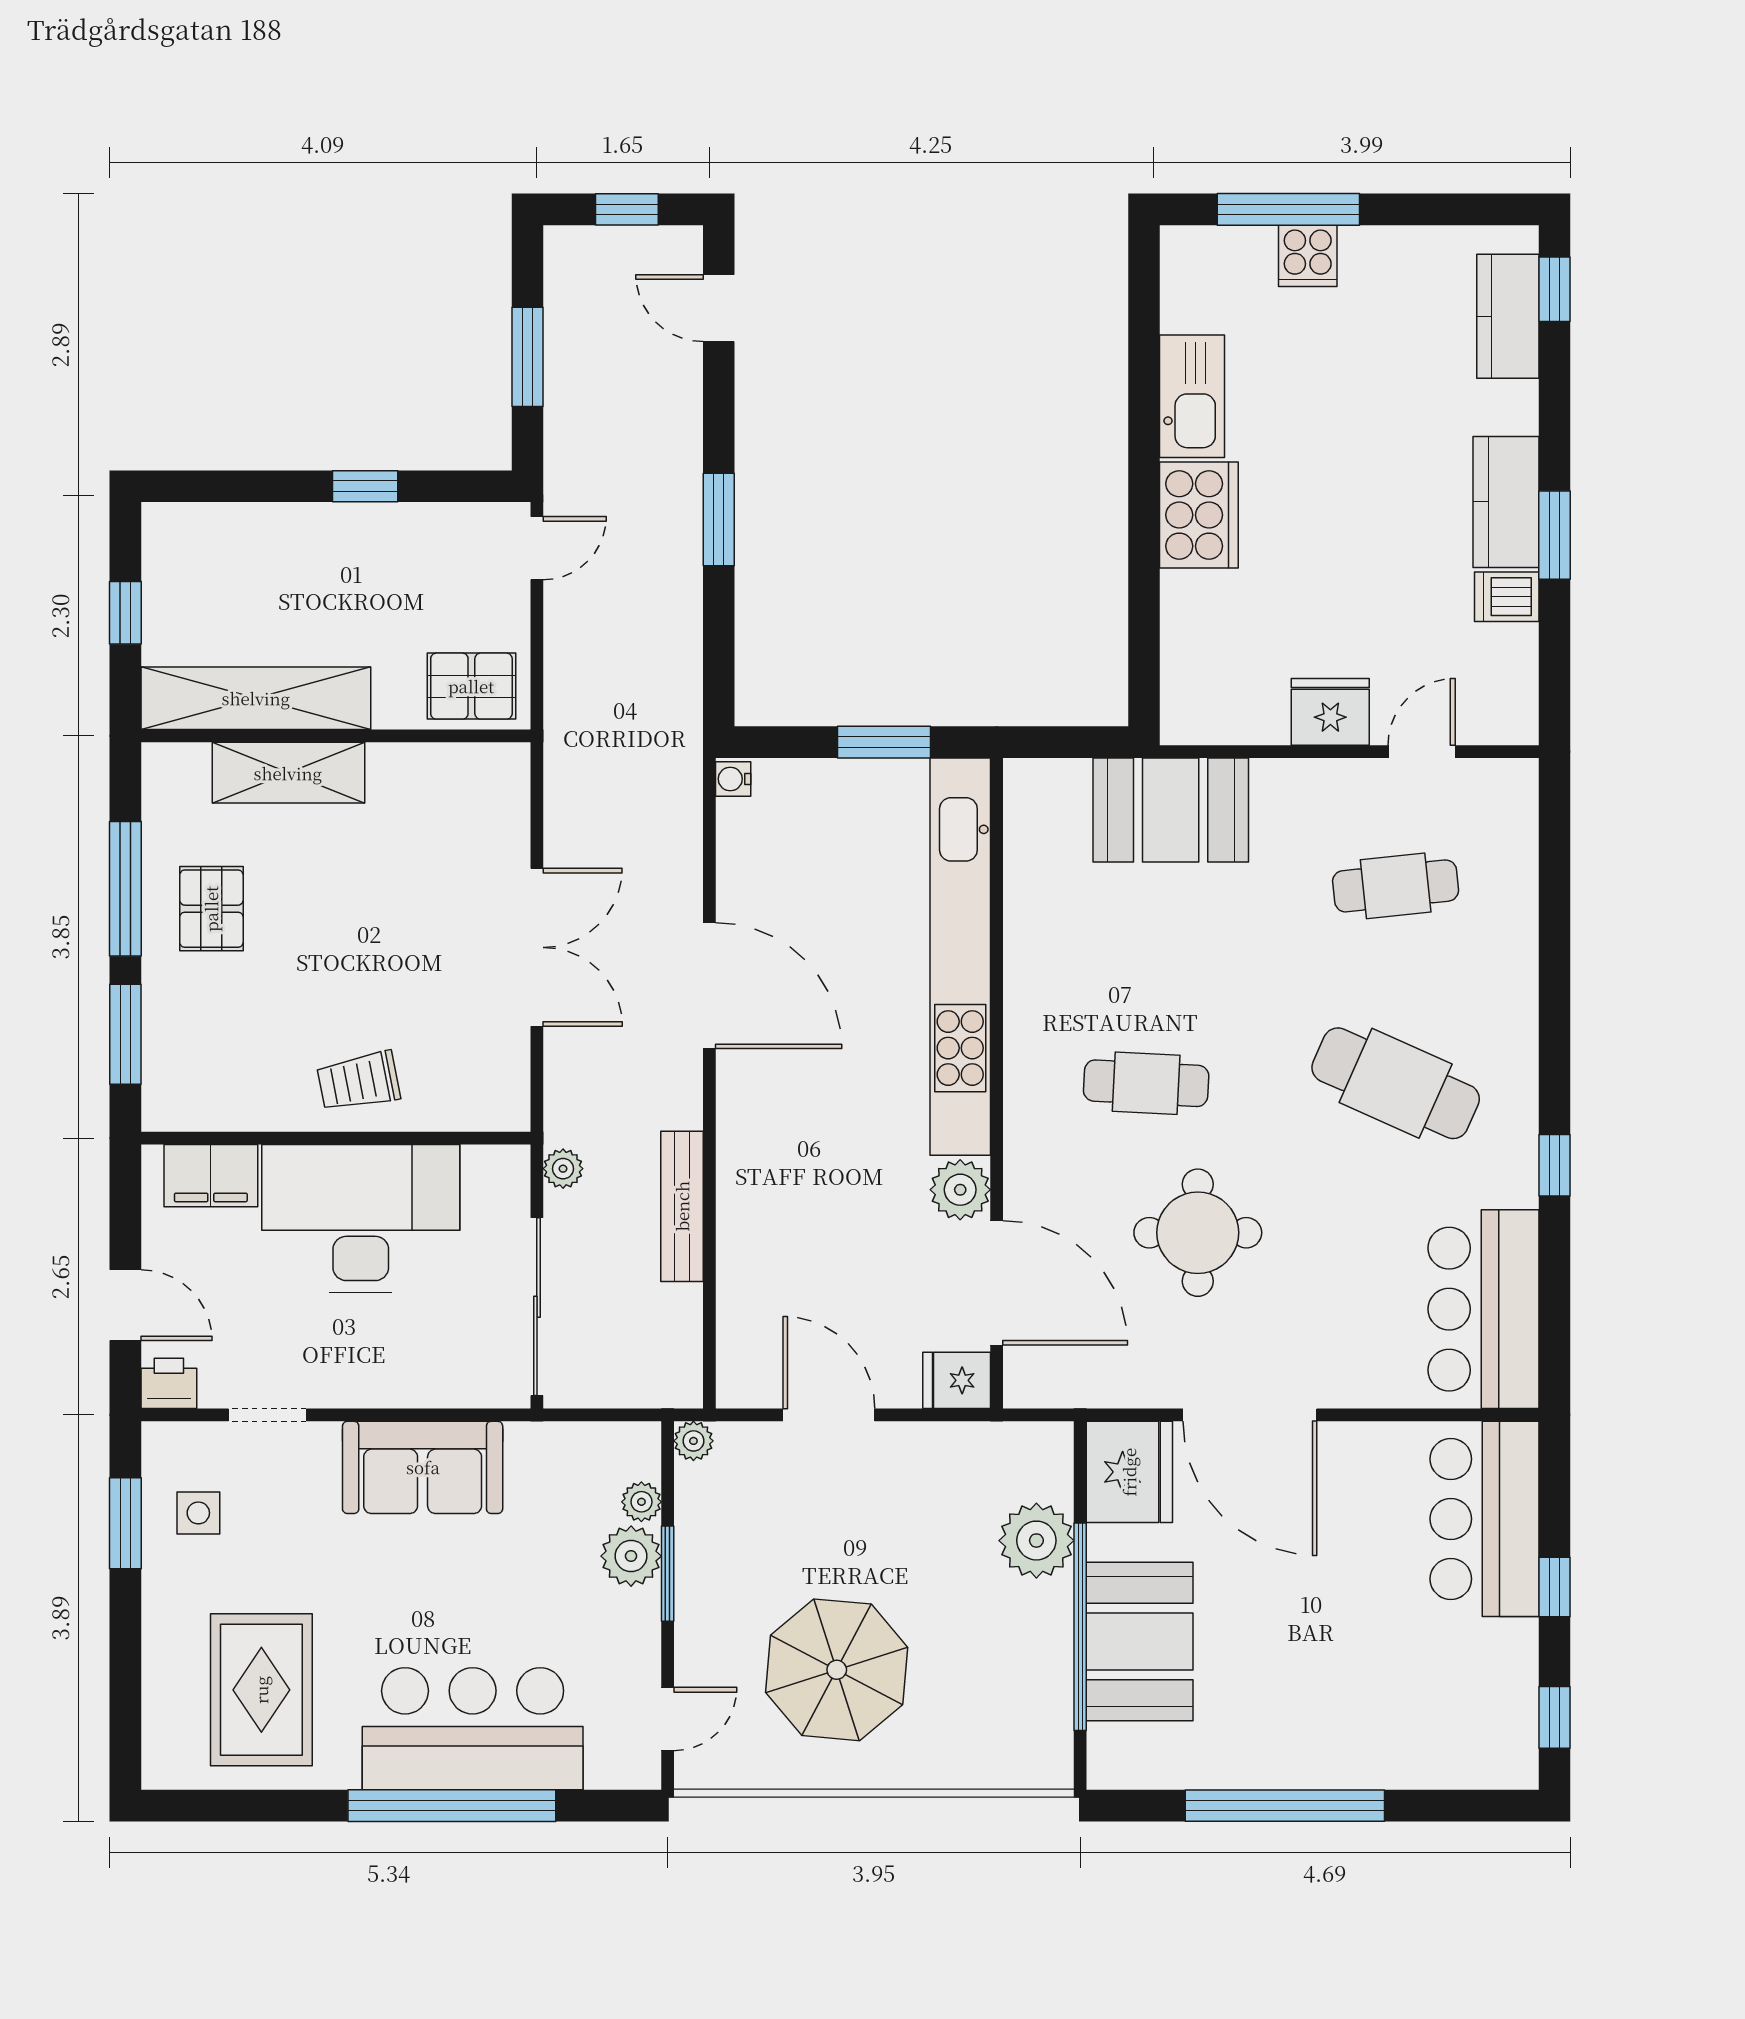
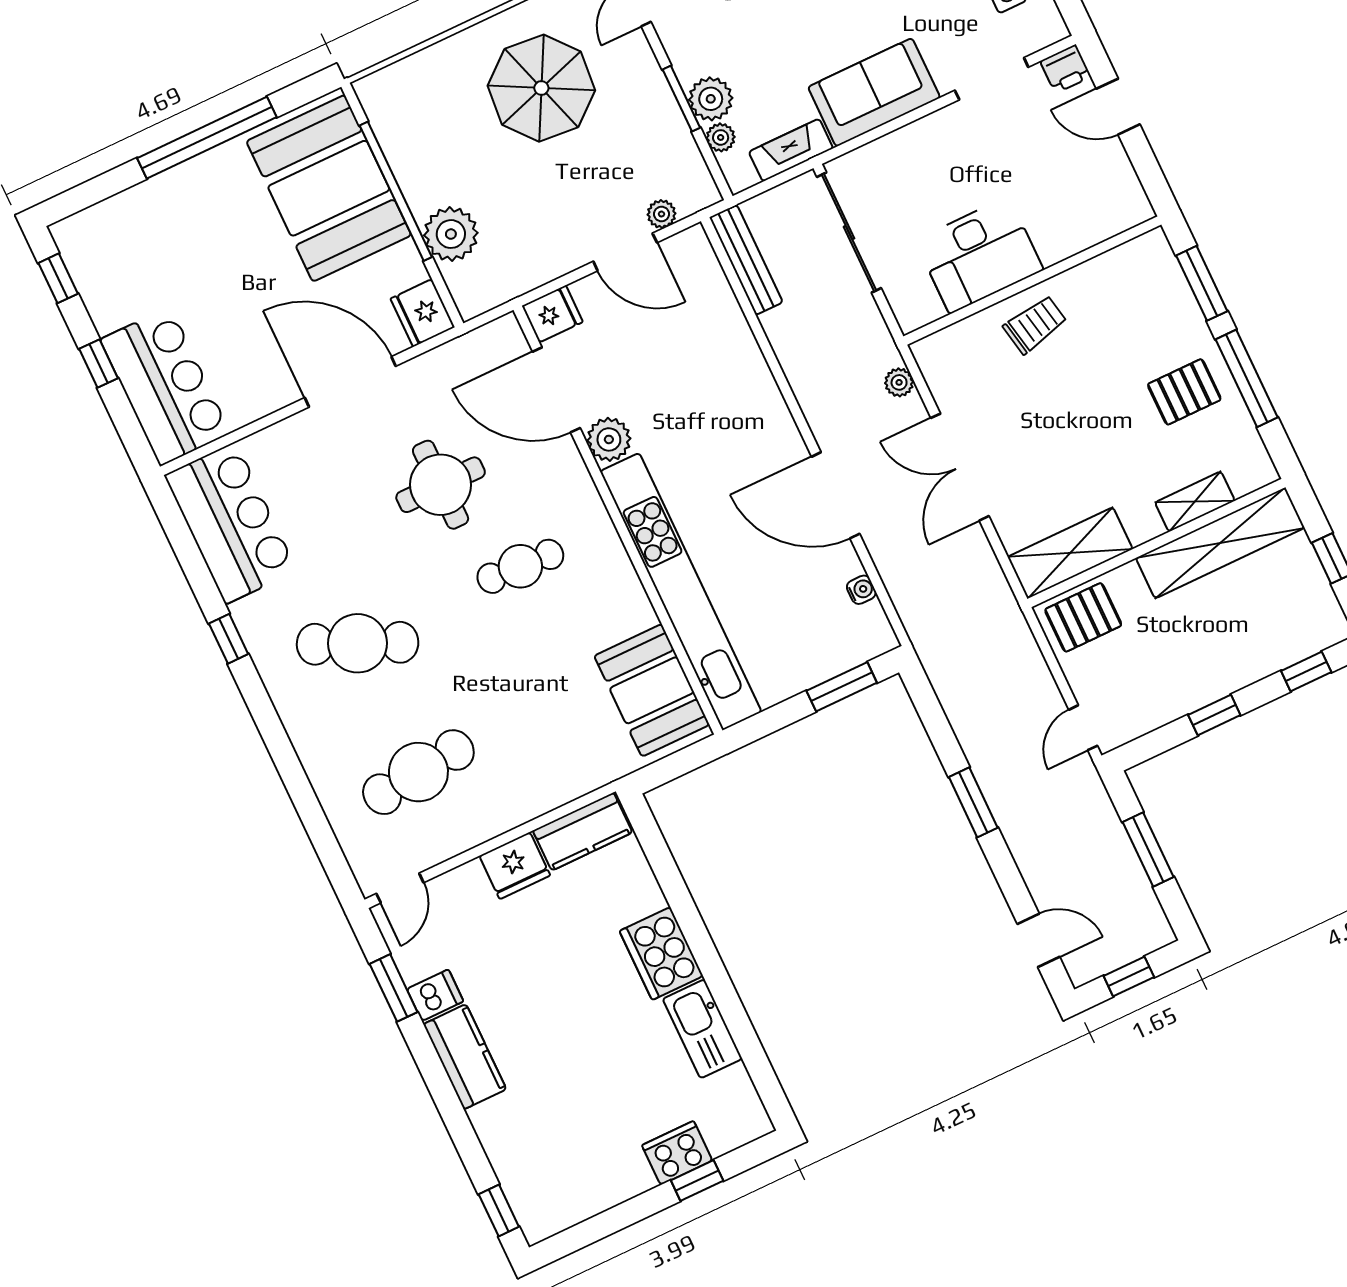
window: (1288, 209) -> (697, 1181), width x0.46
cooker: (1308, 256) -> (677, 1153), width x1.36
kitchen counter: (1508, 316) -> (583, 832), moved, turned 90
window: (224, 486) -> (1306, 672), added
window: (1554, 535) -> (394, 988), moved
window: (884, 742) -> (842, 687), moved
door: (1422, 752) -> (400, 888), moved
shelving: (288, 773) -> (1195, 502), width x0.67, depth x0.75
shelving: (450, 775) -> (1070, 553), added
water cooler: (733, 779) -> (861, 590), moved
booth: (1171, 810) -> (652, 690), moved, turned 90
cafe table: (1396, 886) -> (418, 772), width x1.37, depth x1.35
pallet: (211, 909) -> (1184, 392), turned 90
plant: (563, 1169) -> (899, 382), moved
filing cabinet: (211, 1176) -> (1102, 217), removed
bench: (682, 1206) -> (746, 260), moved
desk: (361, 1218) -> (979, 255), width x0.73, depth x0.77
doorway: (267, 1415) -> (992, 79), width x1.37
plant: (693, 1441) -> (661, 214), moved
fireplace: (561, 1444) -> (791, 150), added
fridge: (1129, 1472) -> (423, 313), width x0.73, depth x0.75
booth: (1140, 1641) -> (329, 188), width x1.36, depth x1.42

